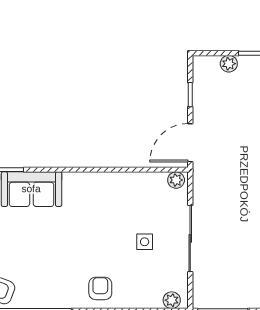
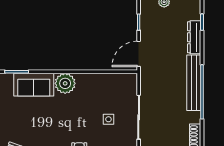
plant: (176, 180) -> (65, 83), moved, width x1.88, depth x1.88

